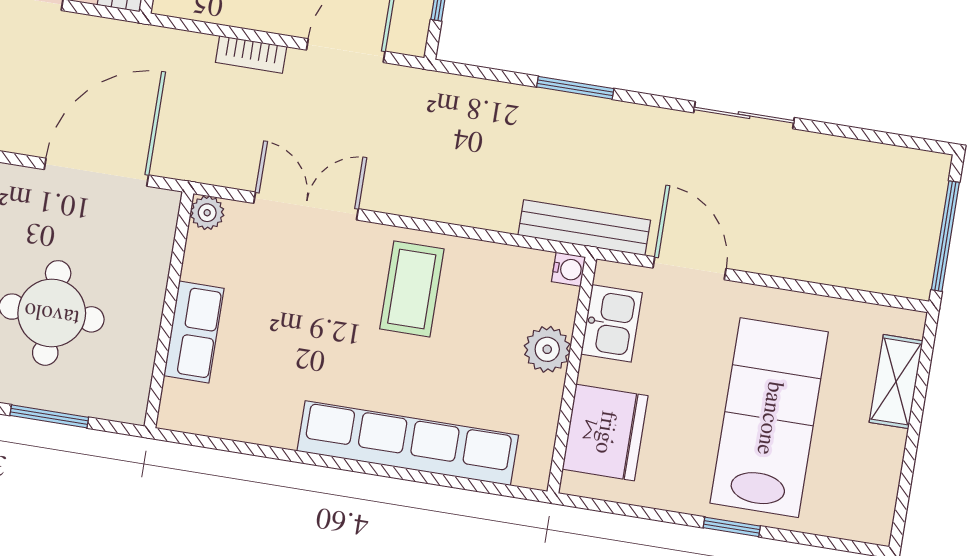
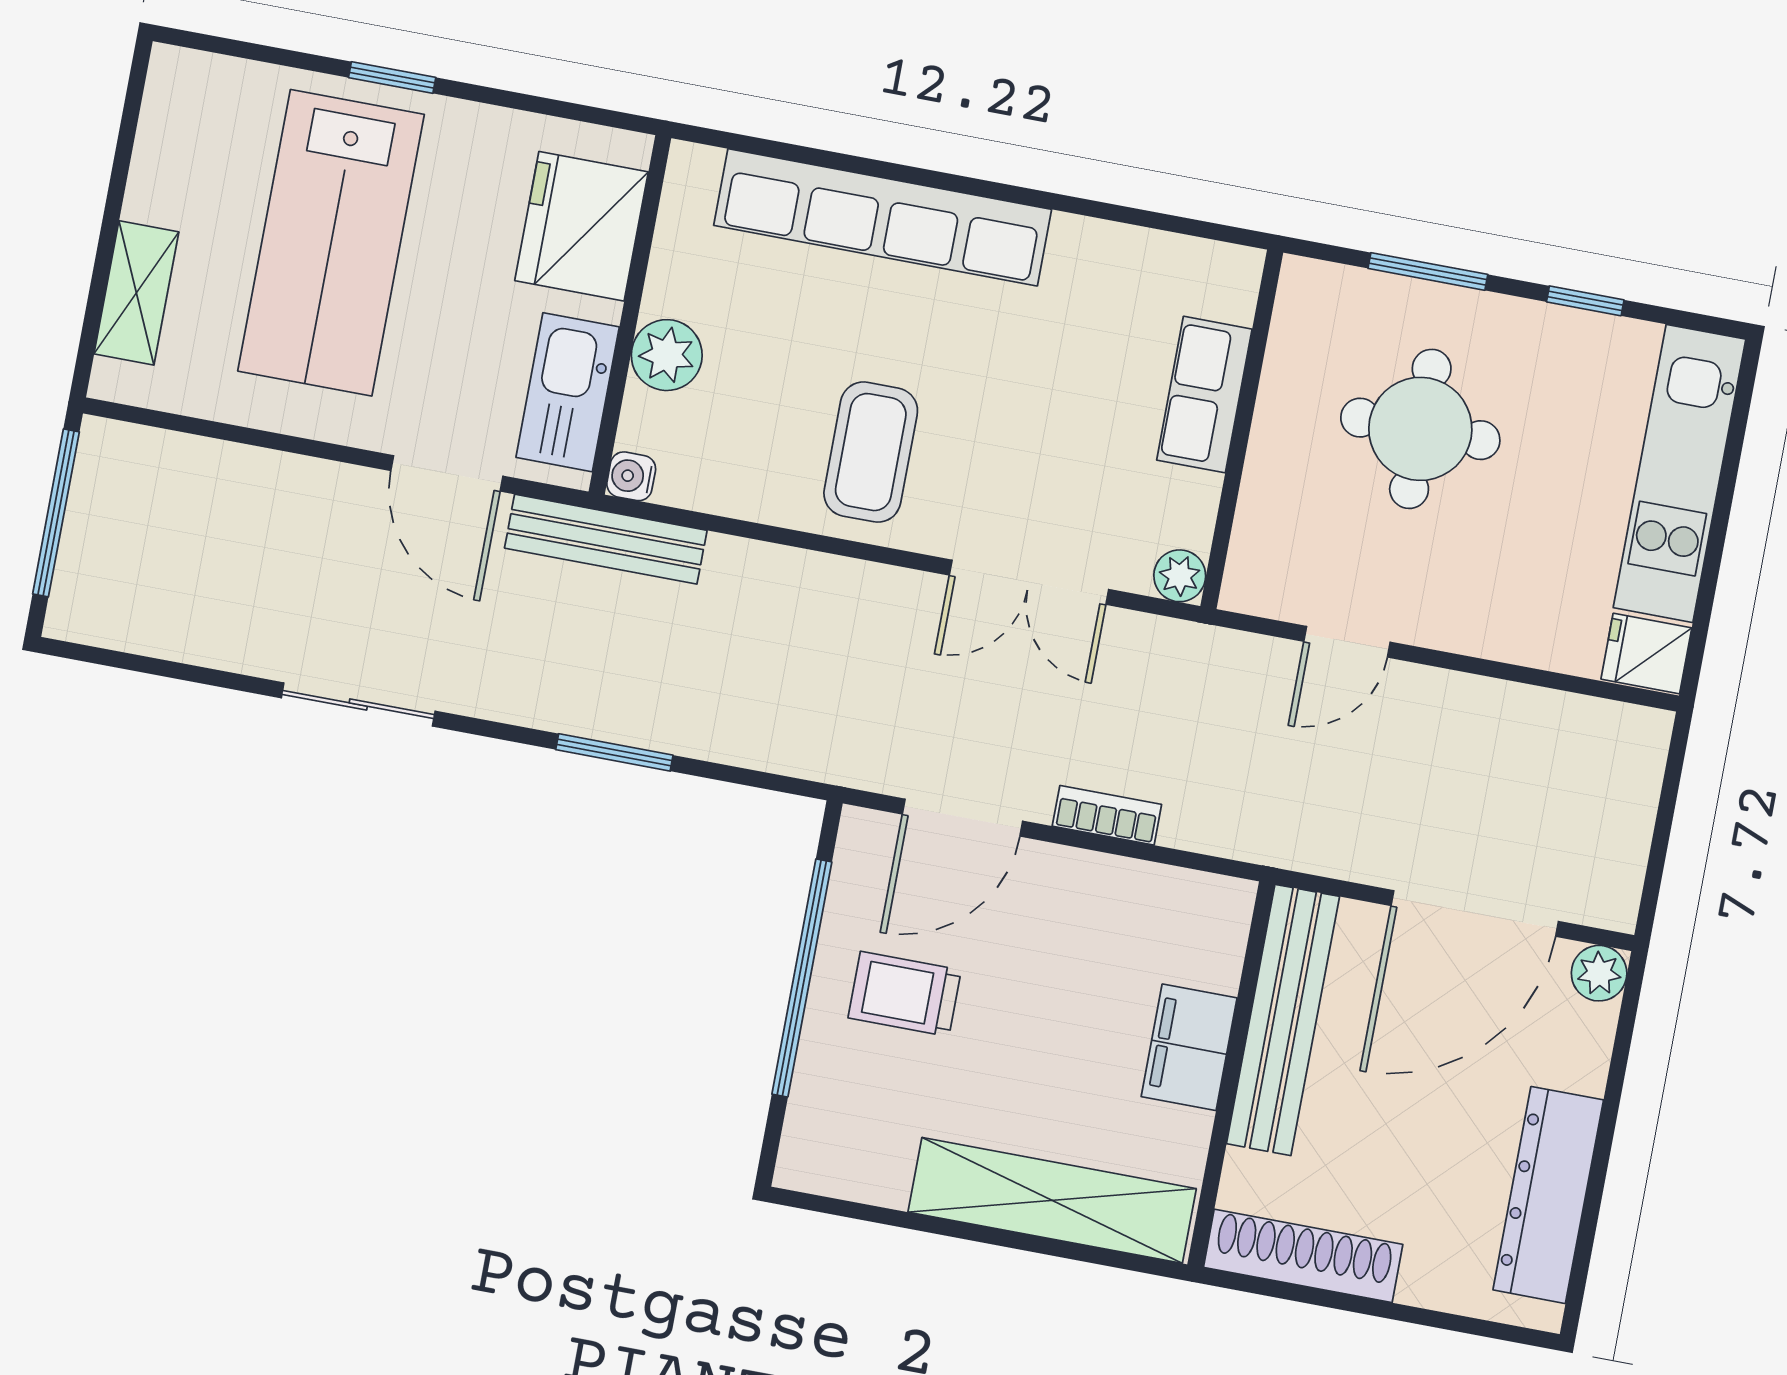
door: (96, 172) -> (1347, 642), width x0.53
kitchen sink: (612, 323) -> (568, 392), width x1.38

